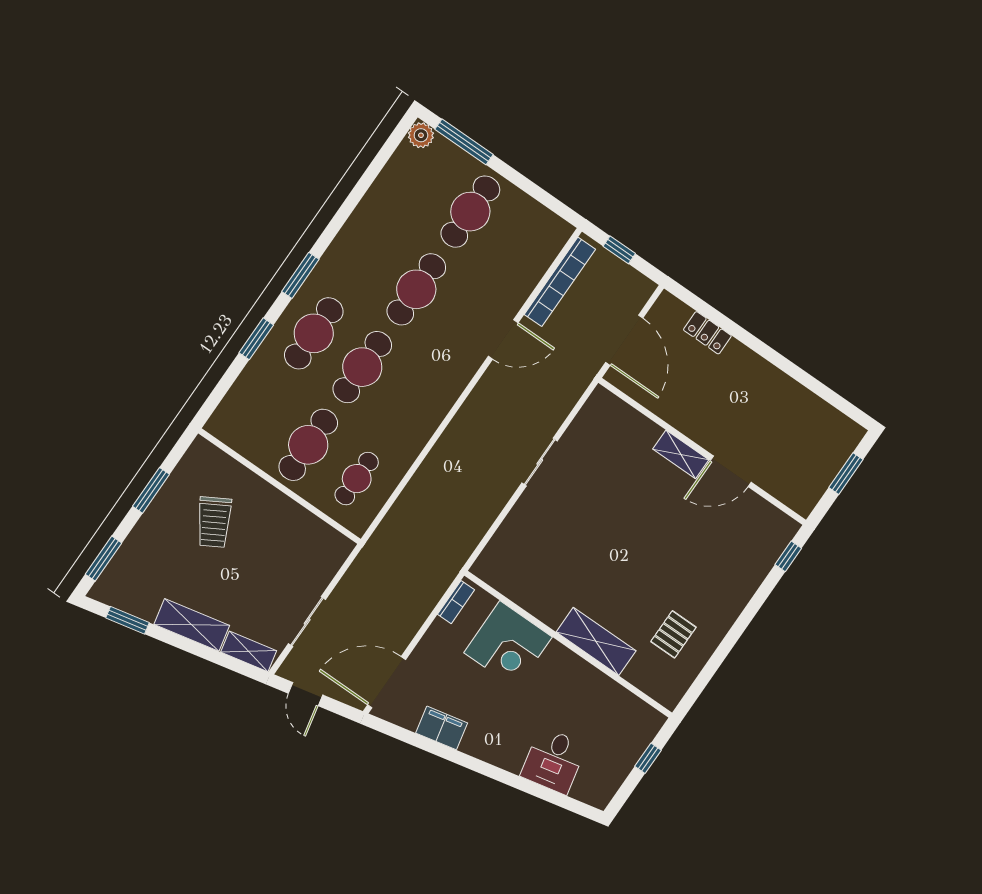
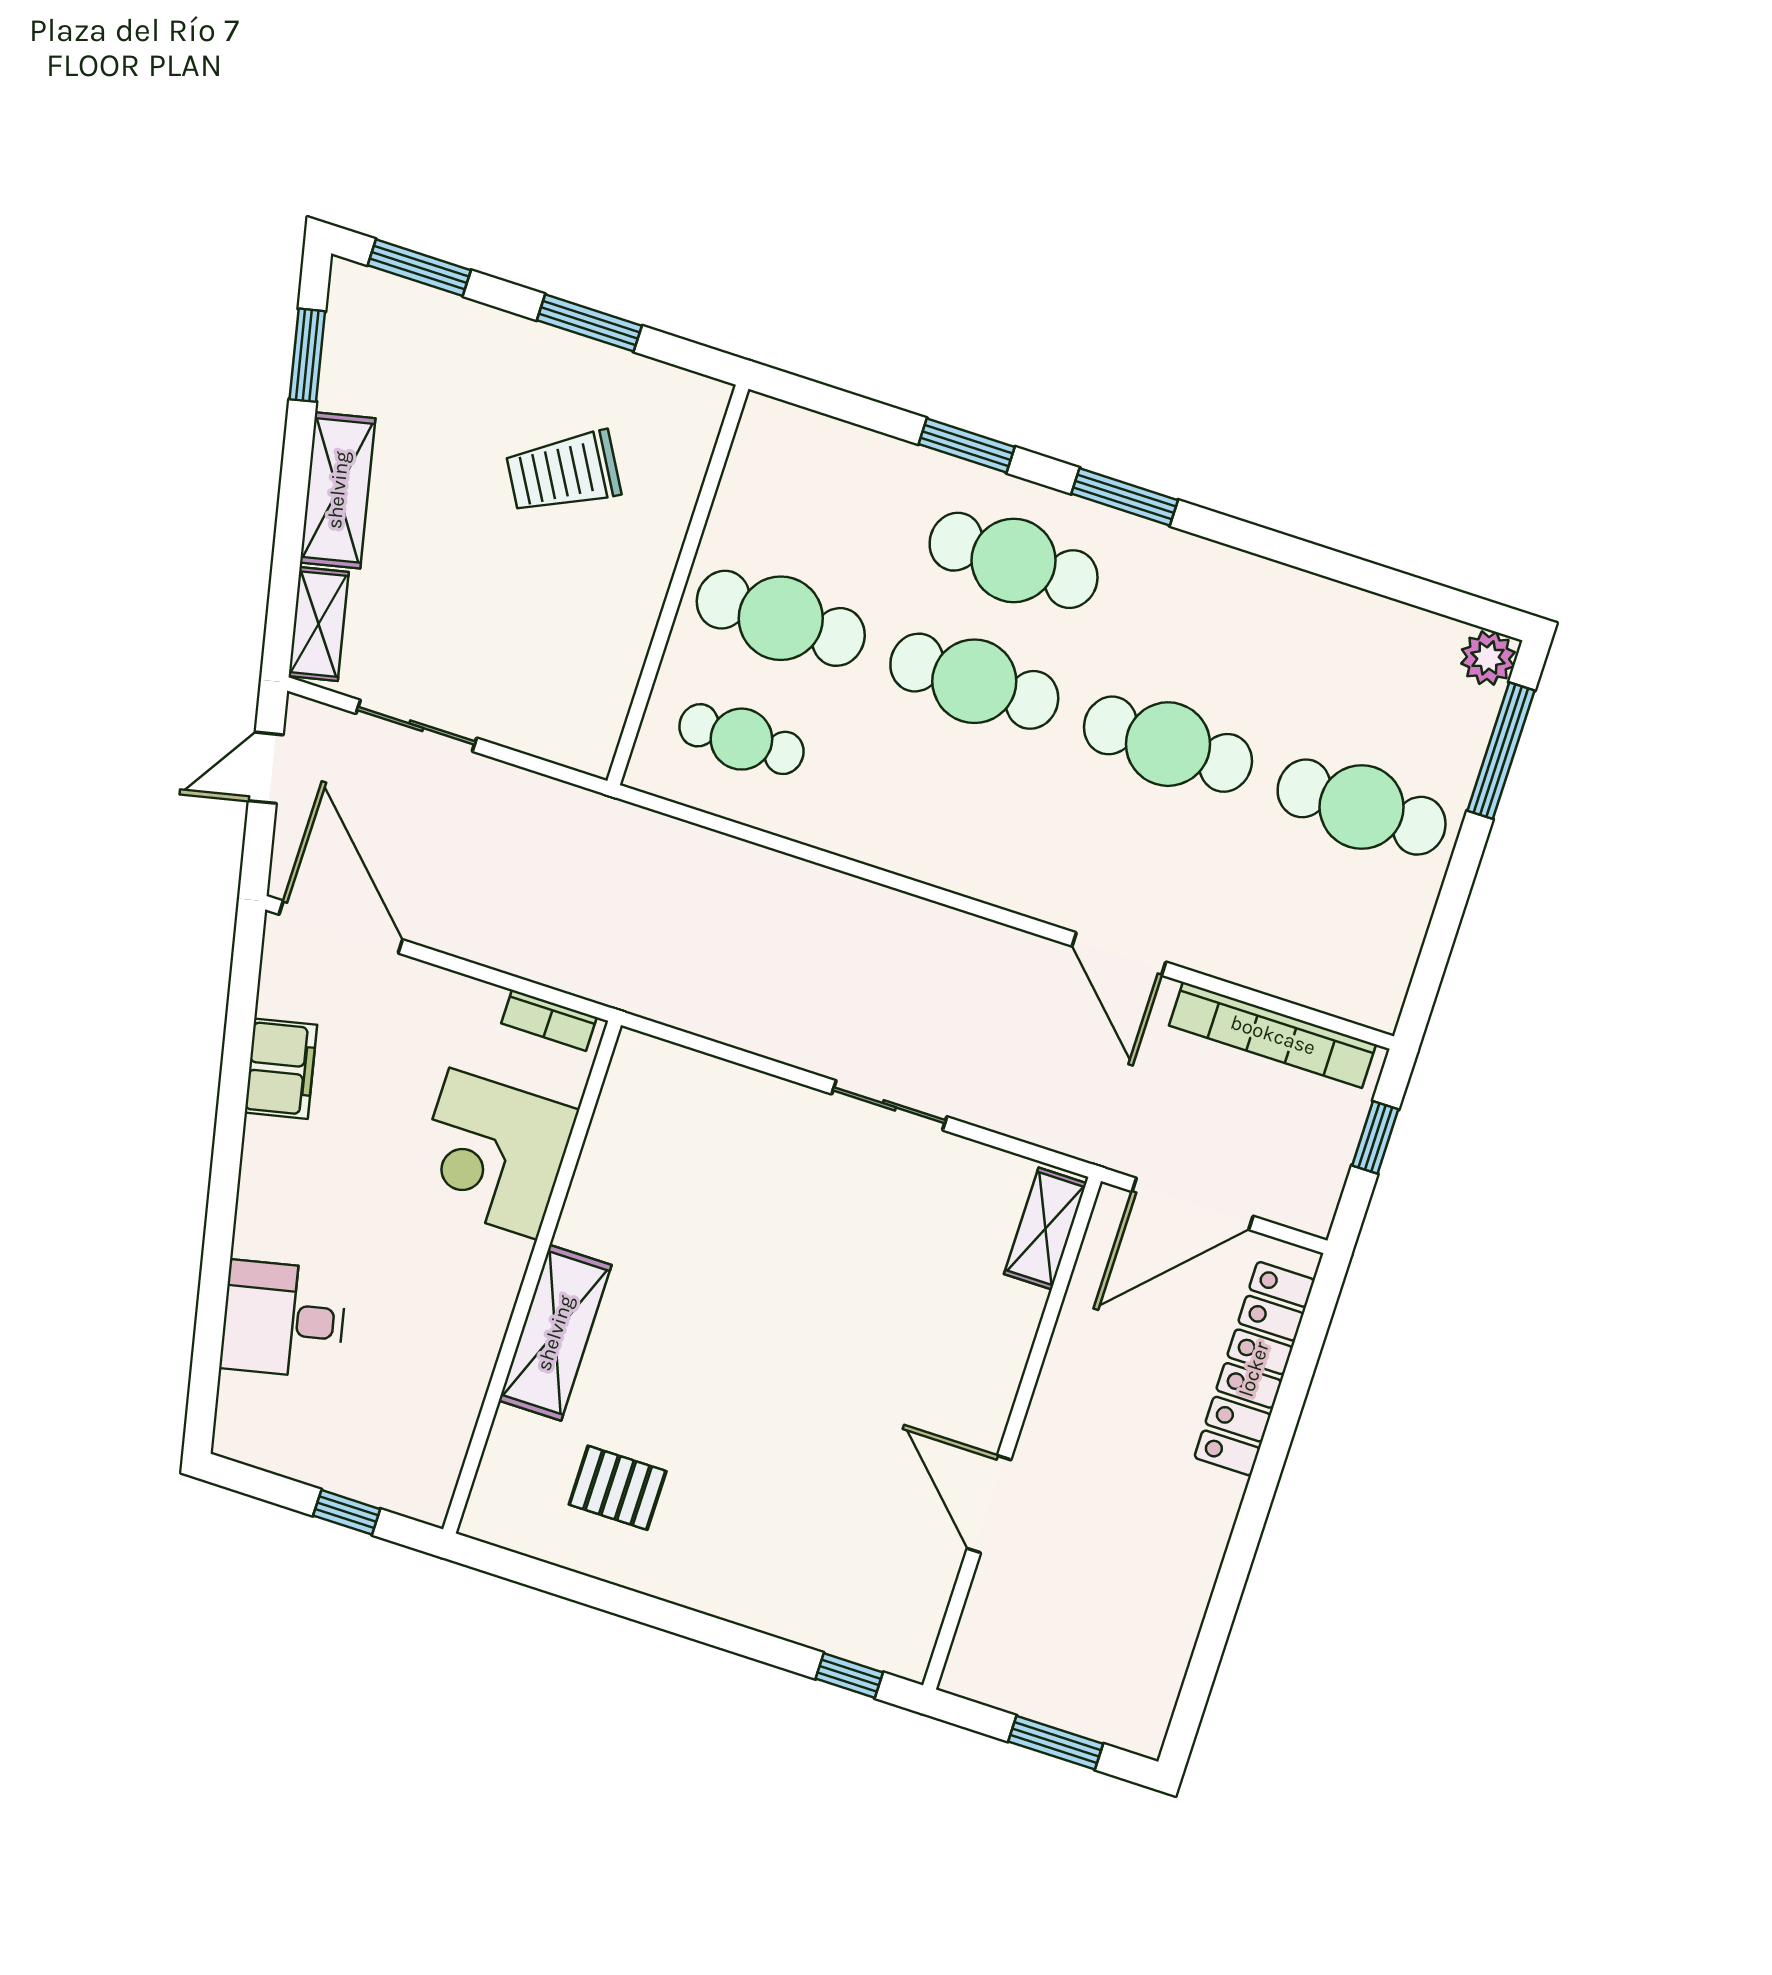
locker: (707, 333) -> (1254, 1369), width x2.16, depth x1.21
shelving: (681, 454) -> (1045, 1229), moved

